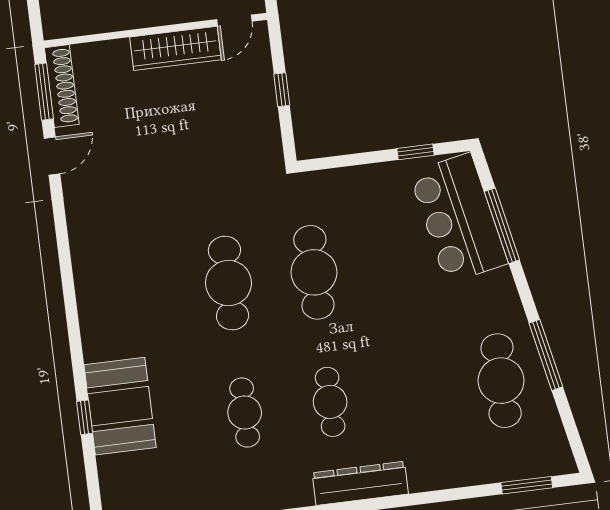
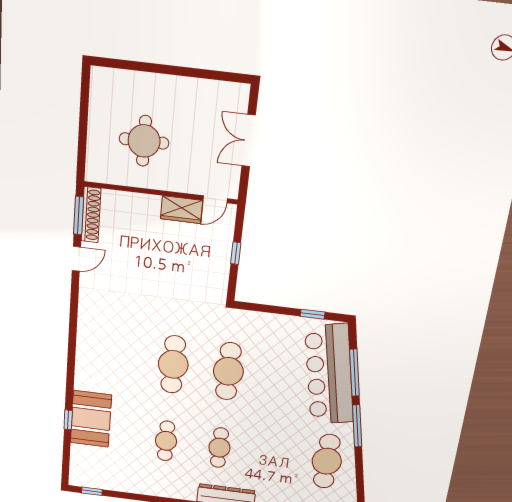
wardrobe: (175, 48) -> (182, 210), width x0.67
bar counter: (458, 218) -> (329, 375), width x1.36
window: (546, 355) -> (357, 426), moved

